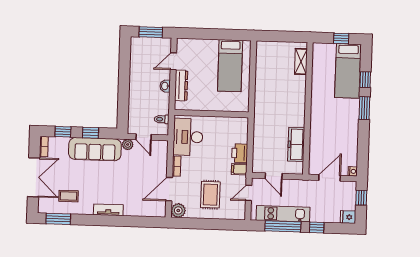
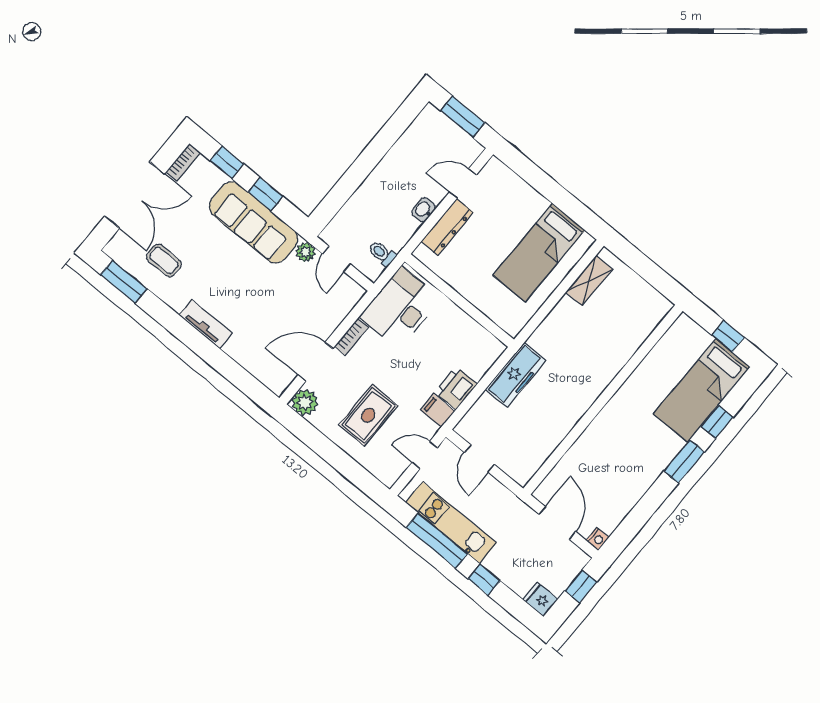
shelving: (301, 62) -> (589, 281), moved
freezer: (296, 144) -> (516, 375), moved, turned 180
door: (330, 178) -> (557, 523), hinge flipped

